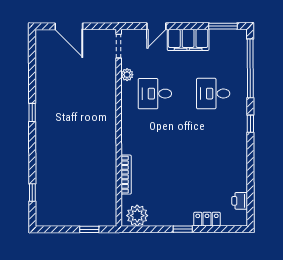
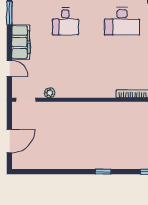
desk: (155, 94) -> (122, 21), moved, width x1.37
window: (32, 113) -> (103, 172), moved

